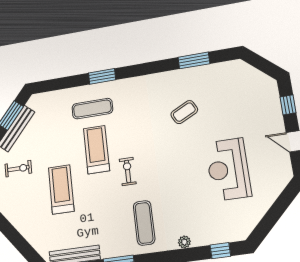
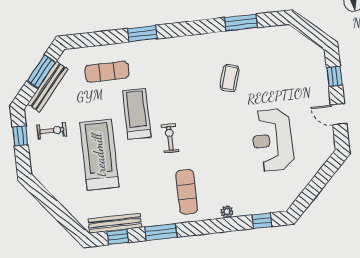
exercise mat: (92, 109) -> (107, 72), moved
coffee table: (184, 112) -> (230, 78), turned -46
treadmill: (61, 189) -> (99, 155), width x1.37, depth x1.38

